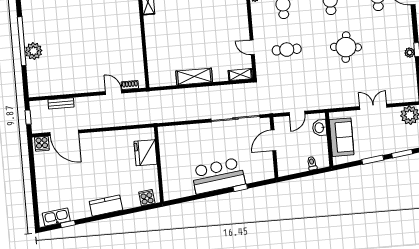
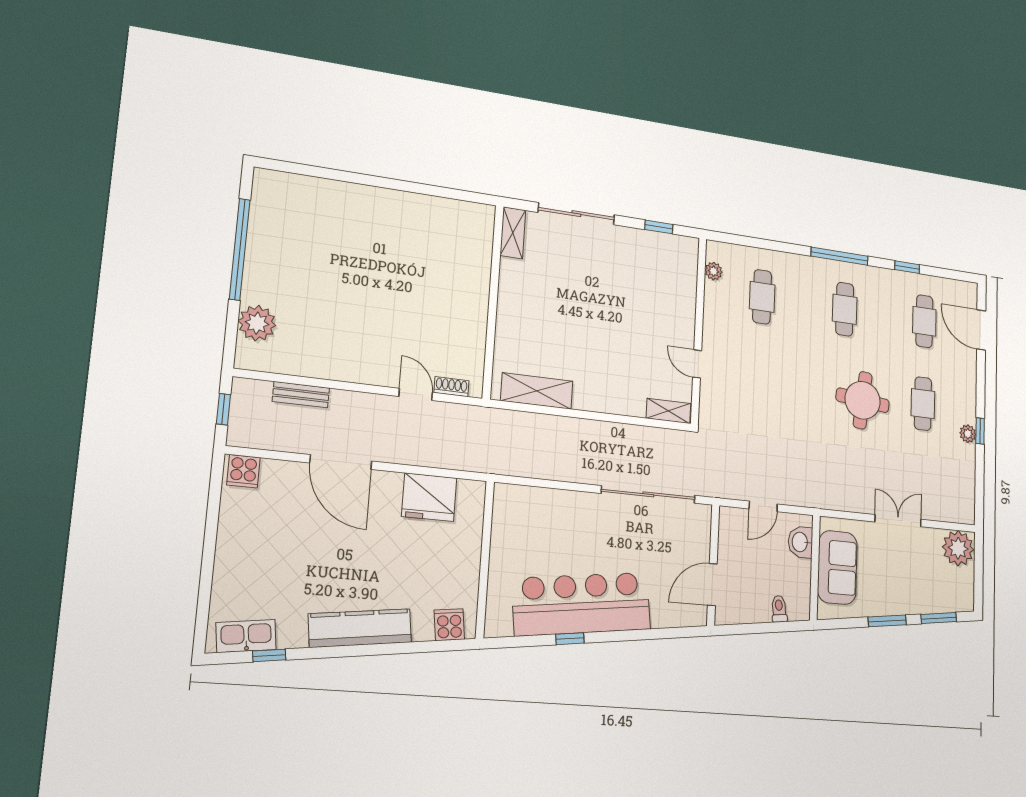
cafe table: (287, 50) -> (923, 404), moved, turned 90
plant: (34, 51) -> (257, 323), moved
shelving: (194, 77) -> (537, 391), moved
door: (64, 133) -> (341, 462), moved
door: (273, 140) -> (712, 585), moved
fridge: (146, 153) -> (429, 497), moved, turned -90
bar counter: (218, 176) -> (582, 604), width x1.36
window: (240, 188) -> (570, 639), moved
kitchen counter: (106, 206) -> (360, 628), width x1.50

